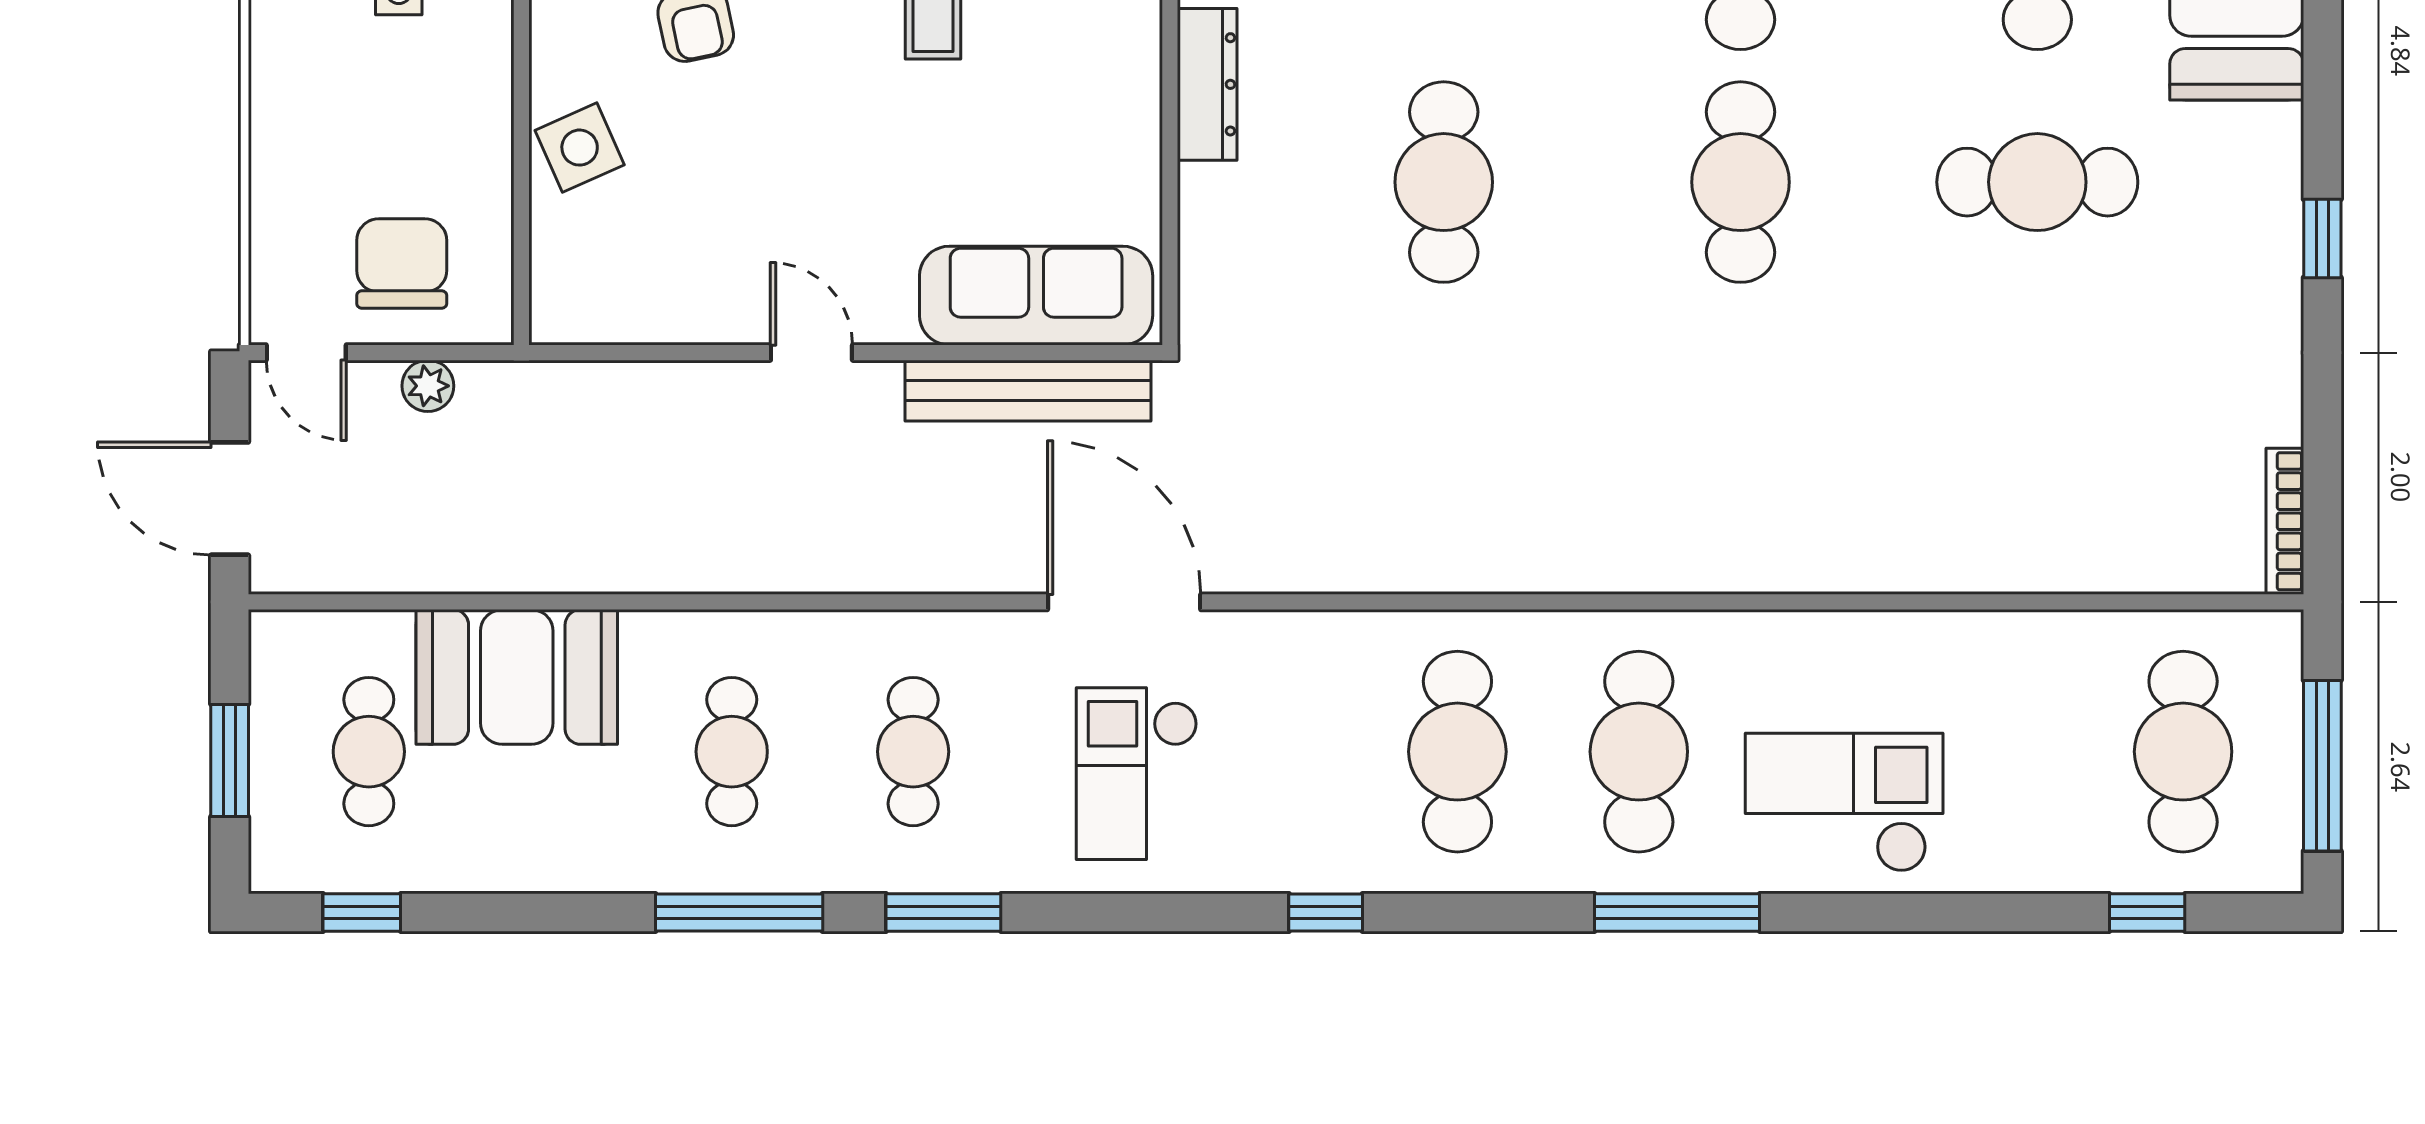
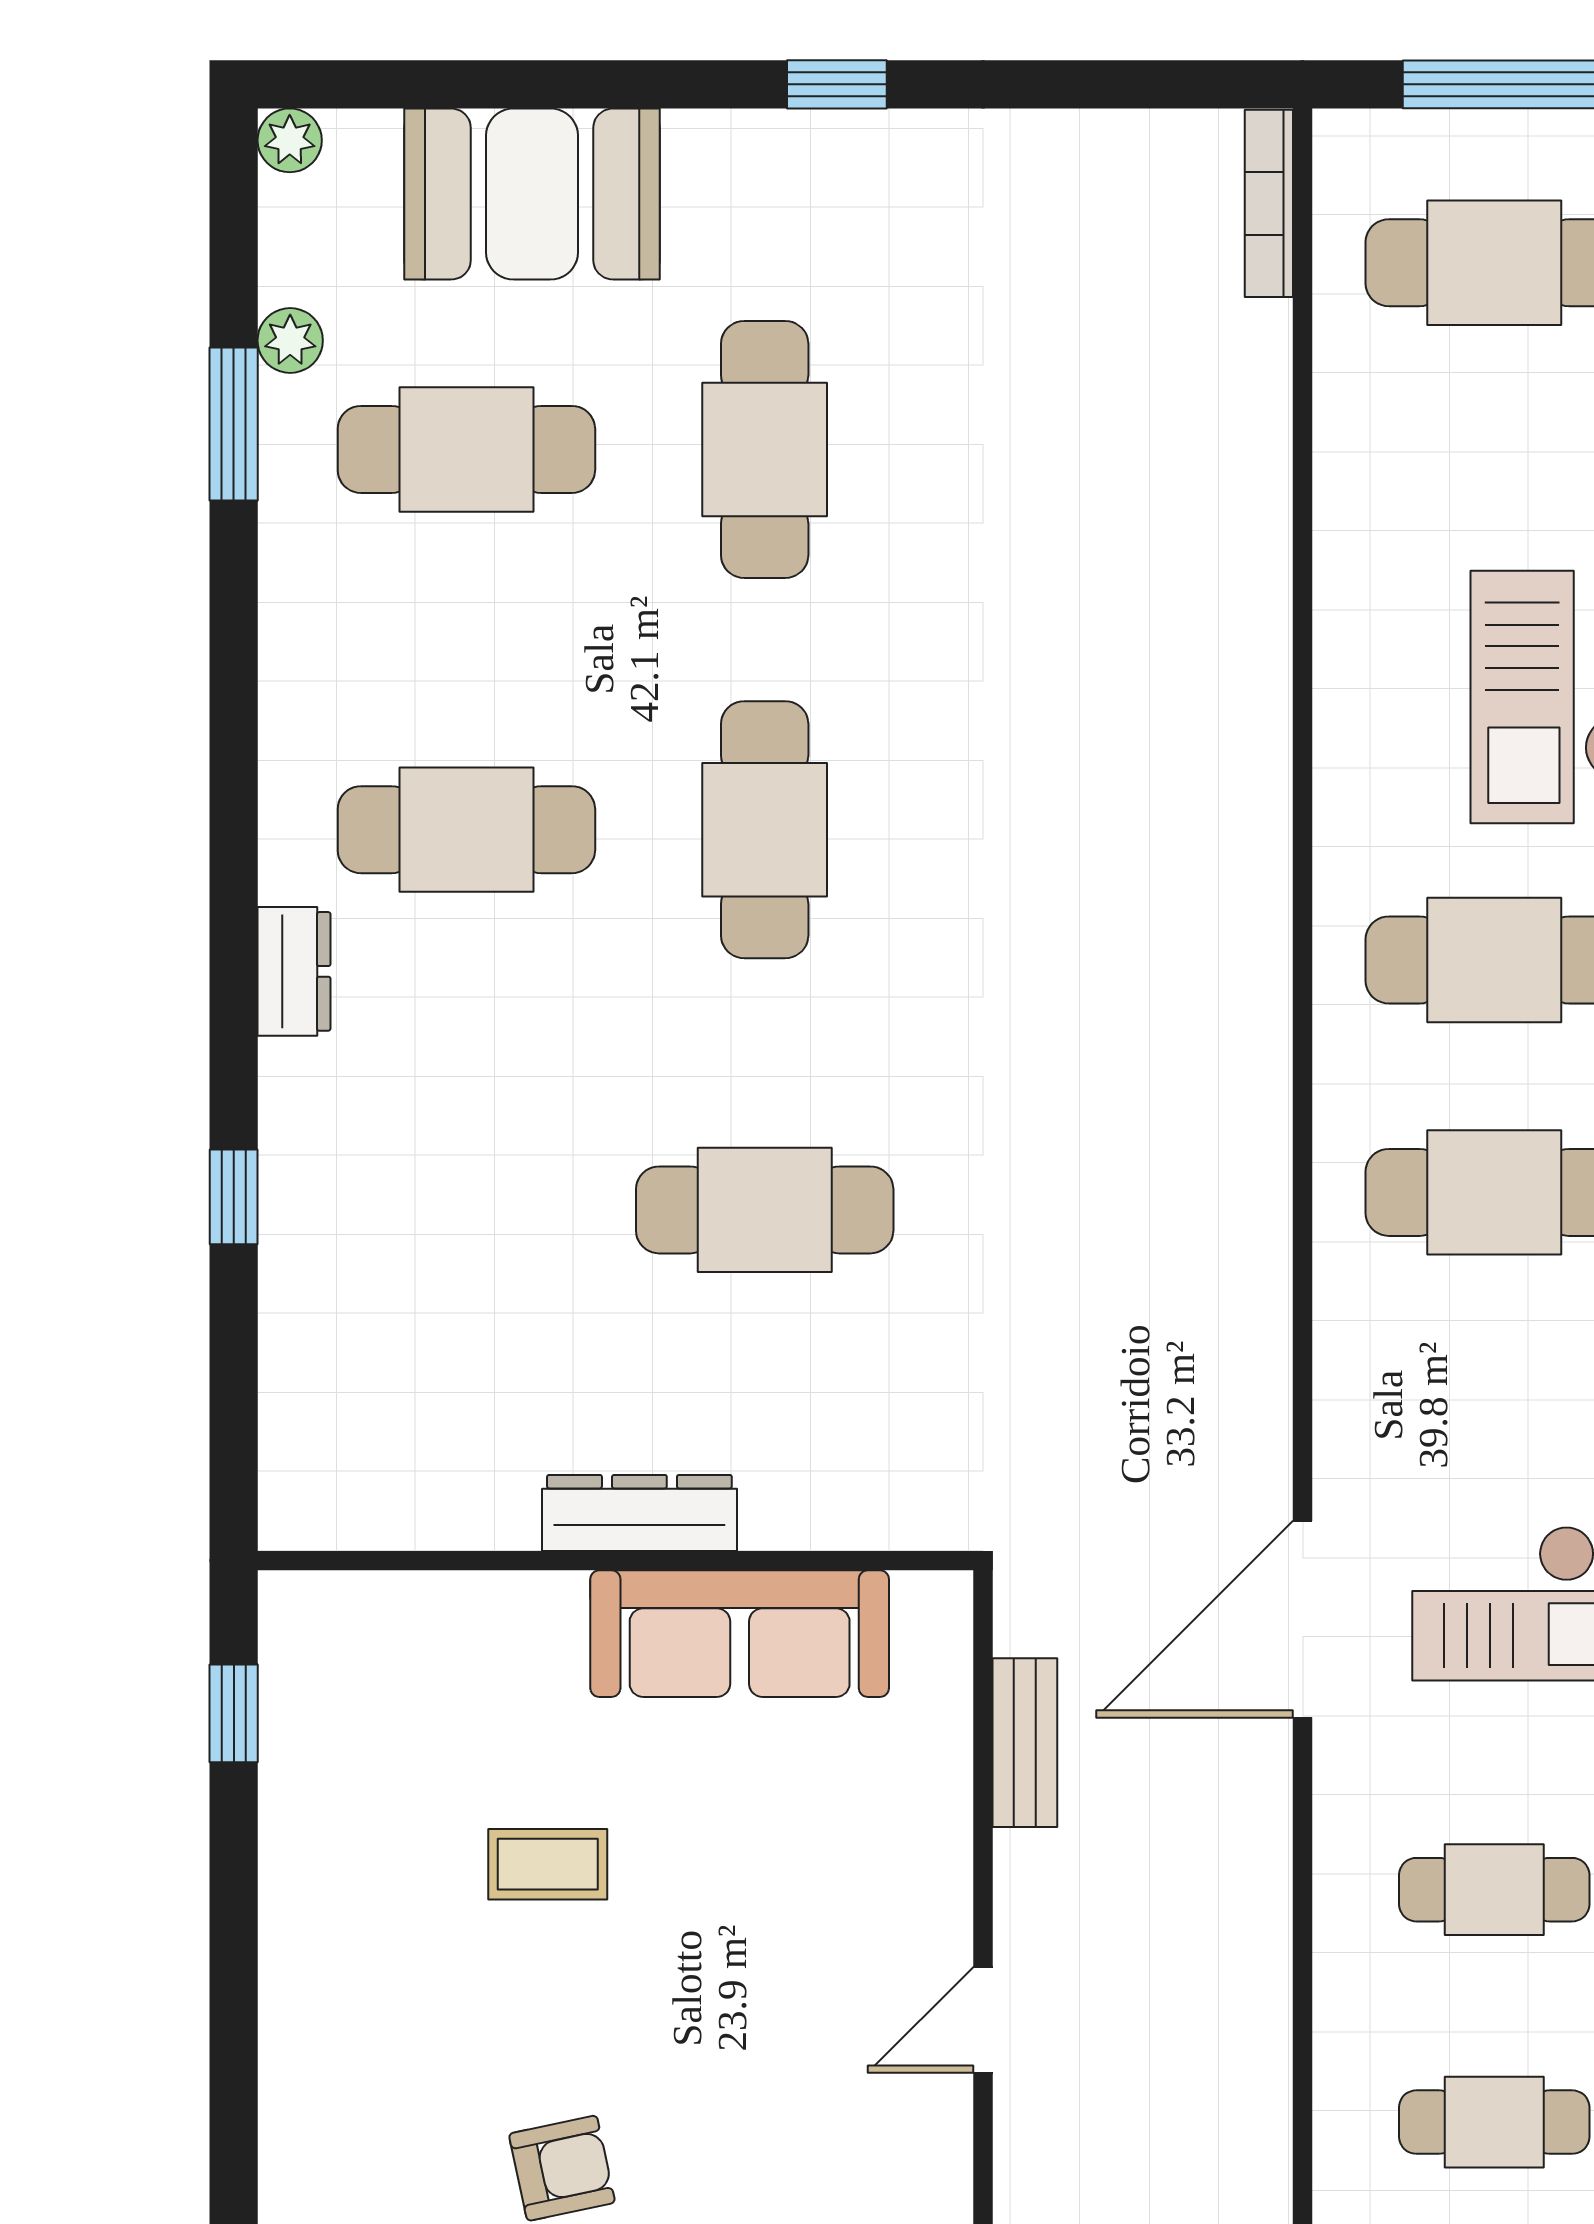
cafe table: (1741, 182) -> (765, 830), turned 90
sofa: (1036, 296) -> (740, 1634), moved, turned -90
bench: (1028, 391) -> (1025, 1743), width x0.54, depth x0.82
bookcase: (2285, 521) -> (1269, 203), moved, turned 90

